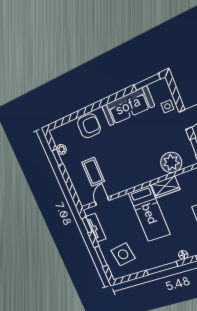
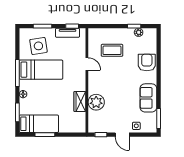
sofa: (128, 106) -> (148, 98), width x0.73
armchair: (89, 126) -> (147, 62), turned 180
plant: (171, 162) -> (96, 102), moved
door: (102, 201) -> (87, 64), moved
bed: (149, 214) -> (41, 70), moved, turned 180

